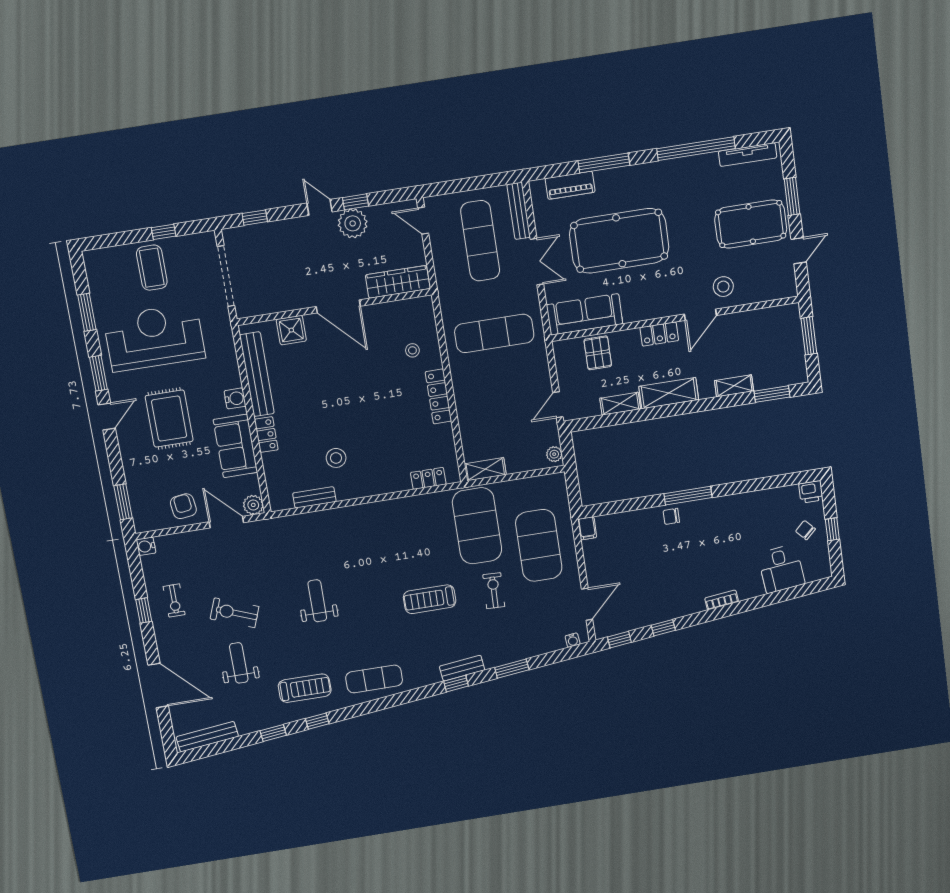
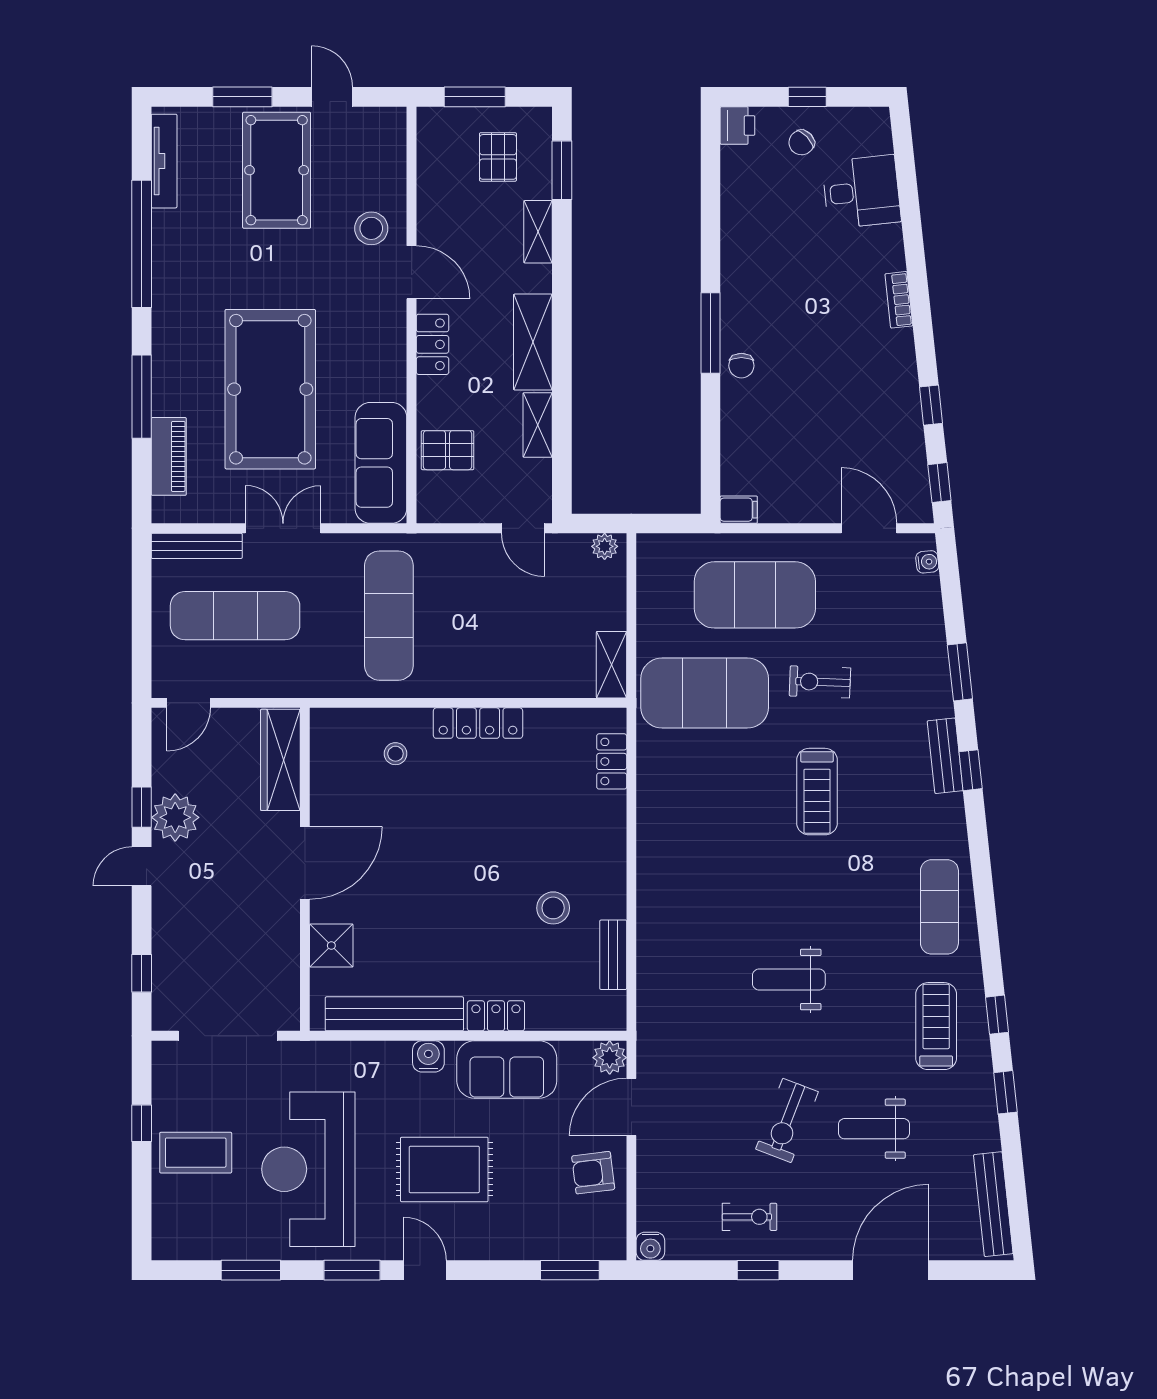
pallet: (775, 355) -> (498, 157), added

